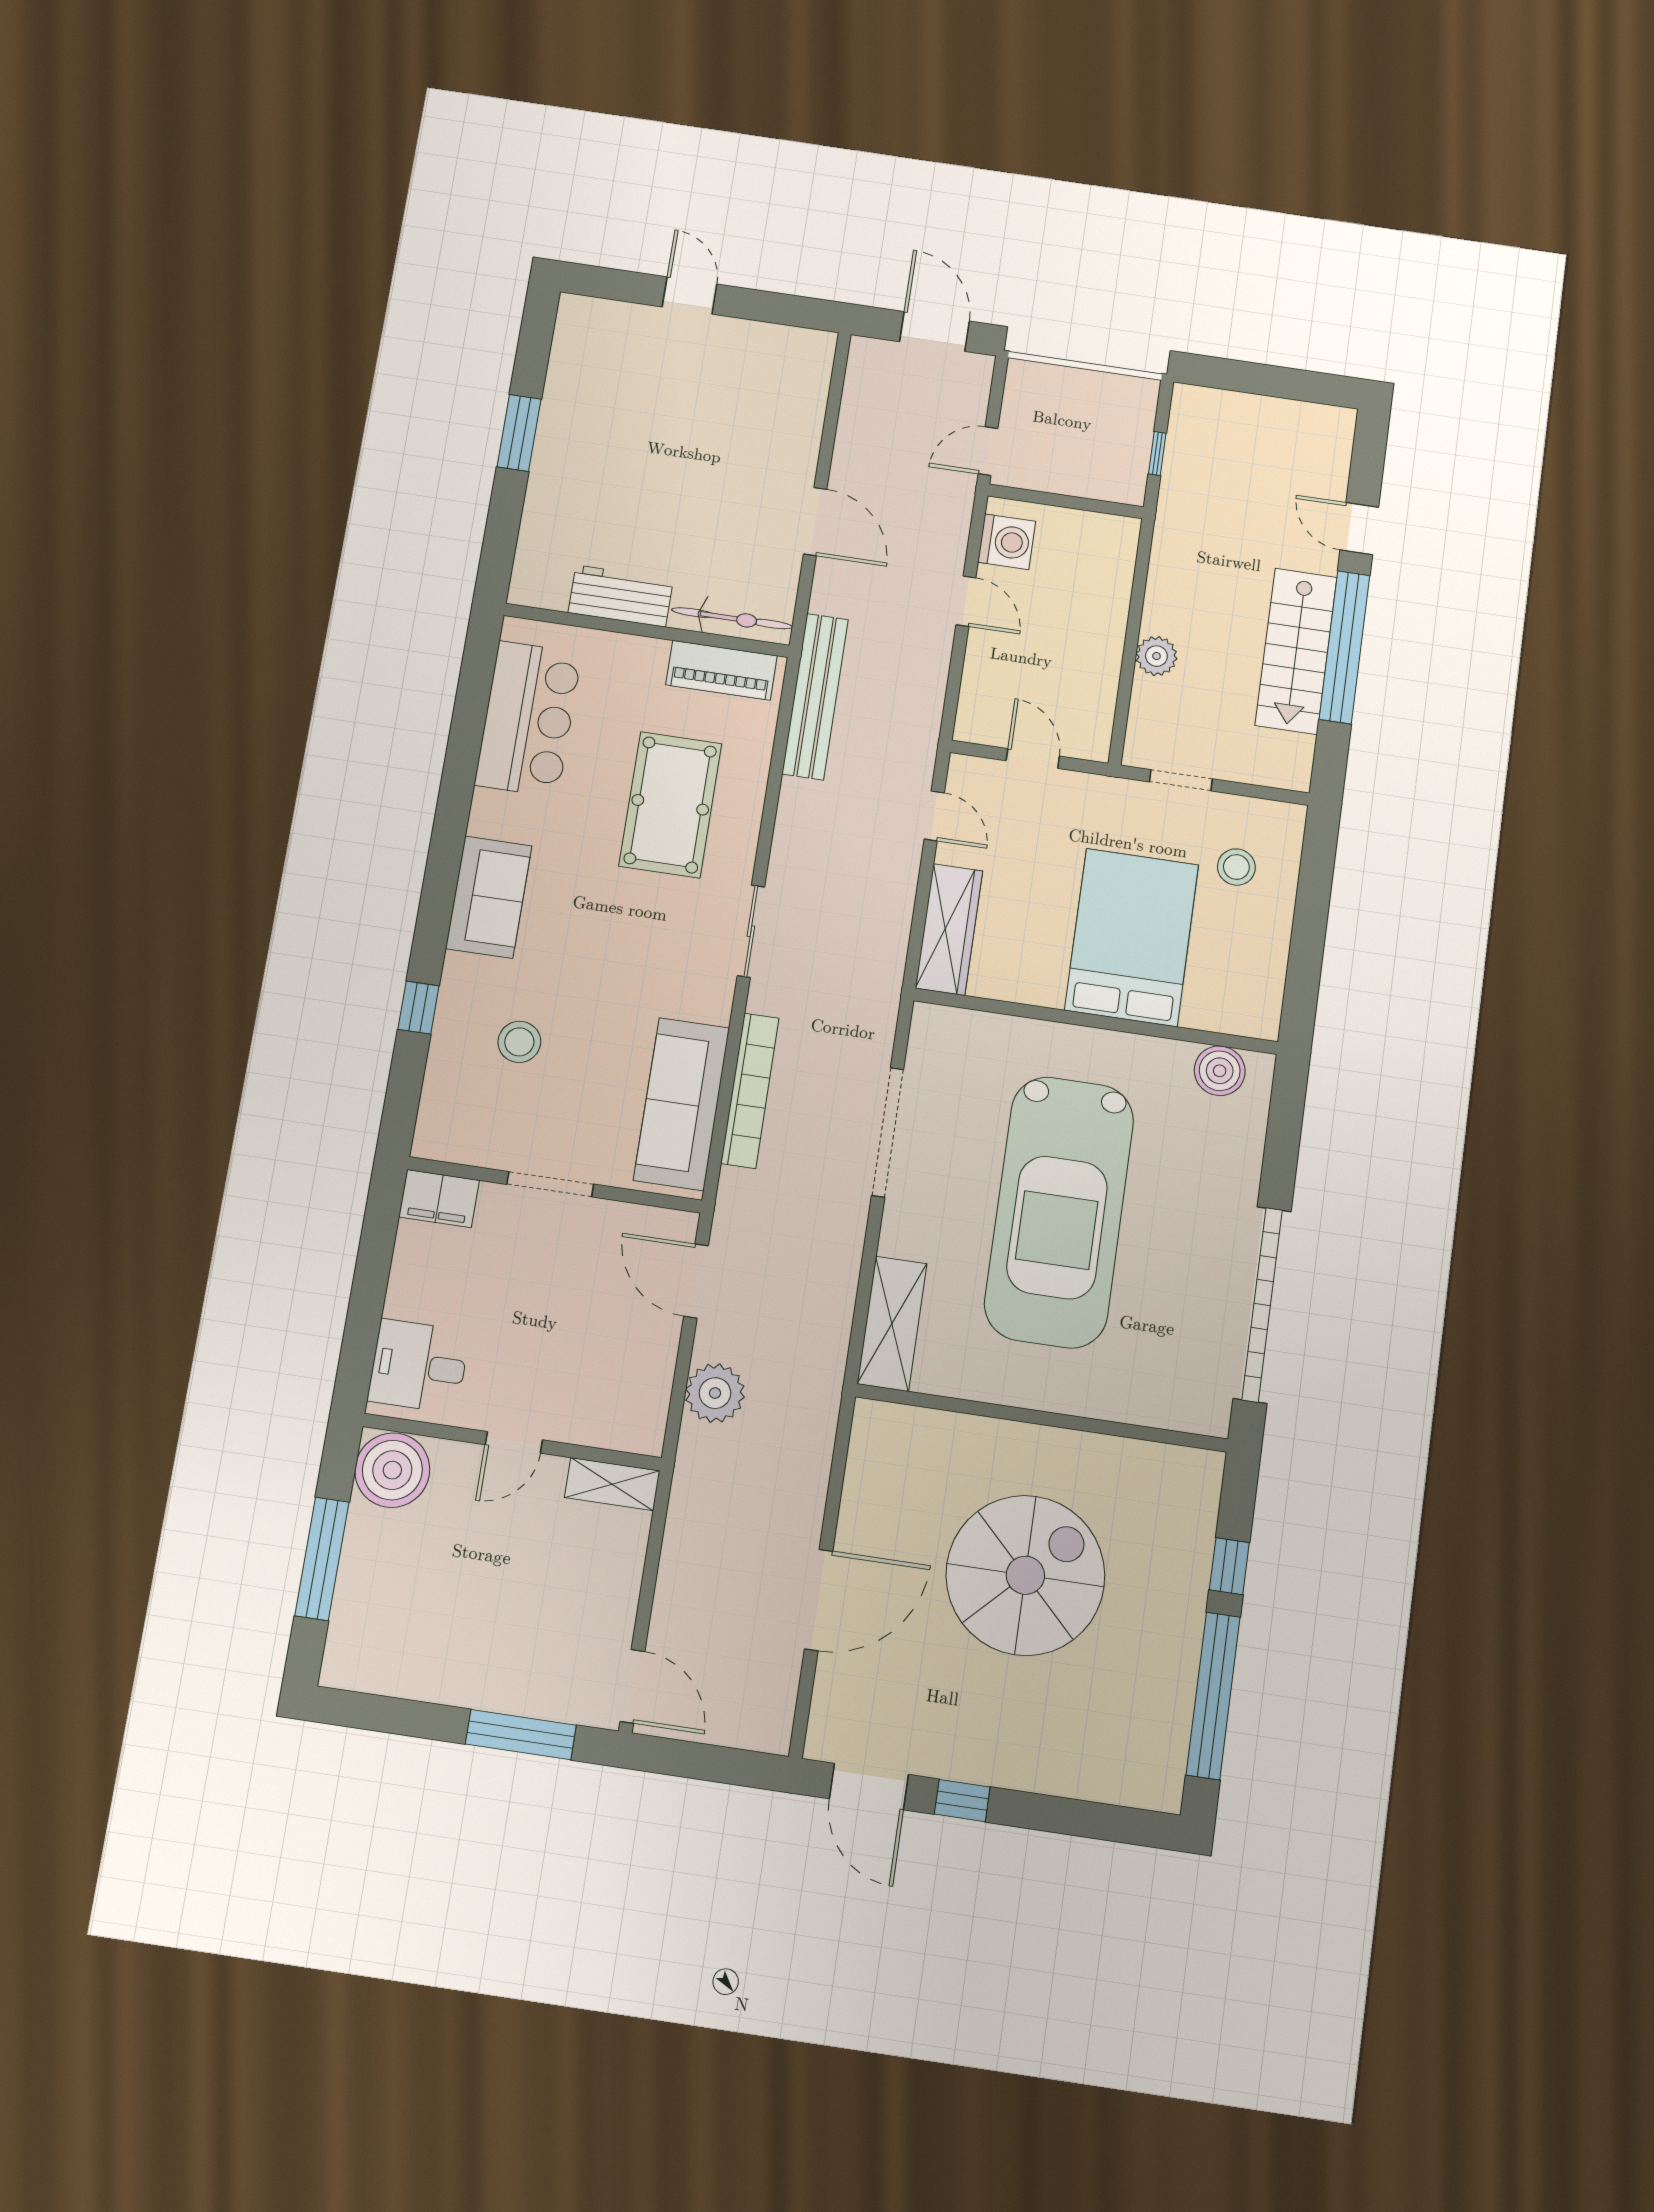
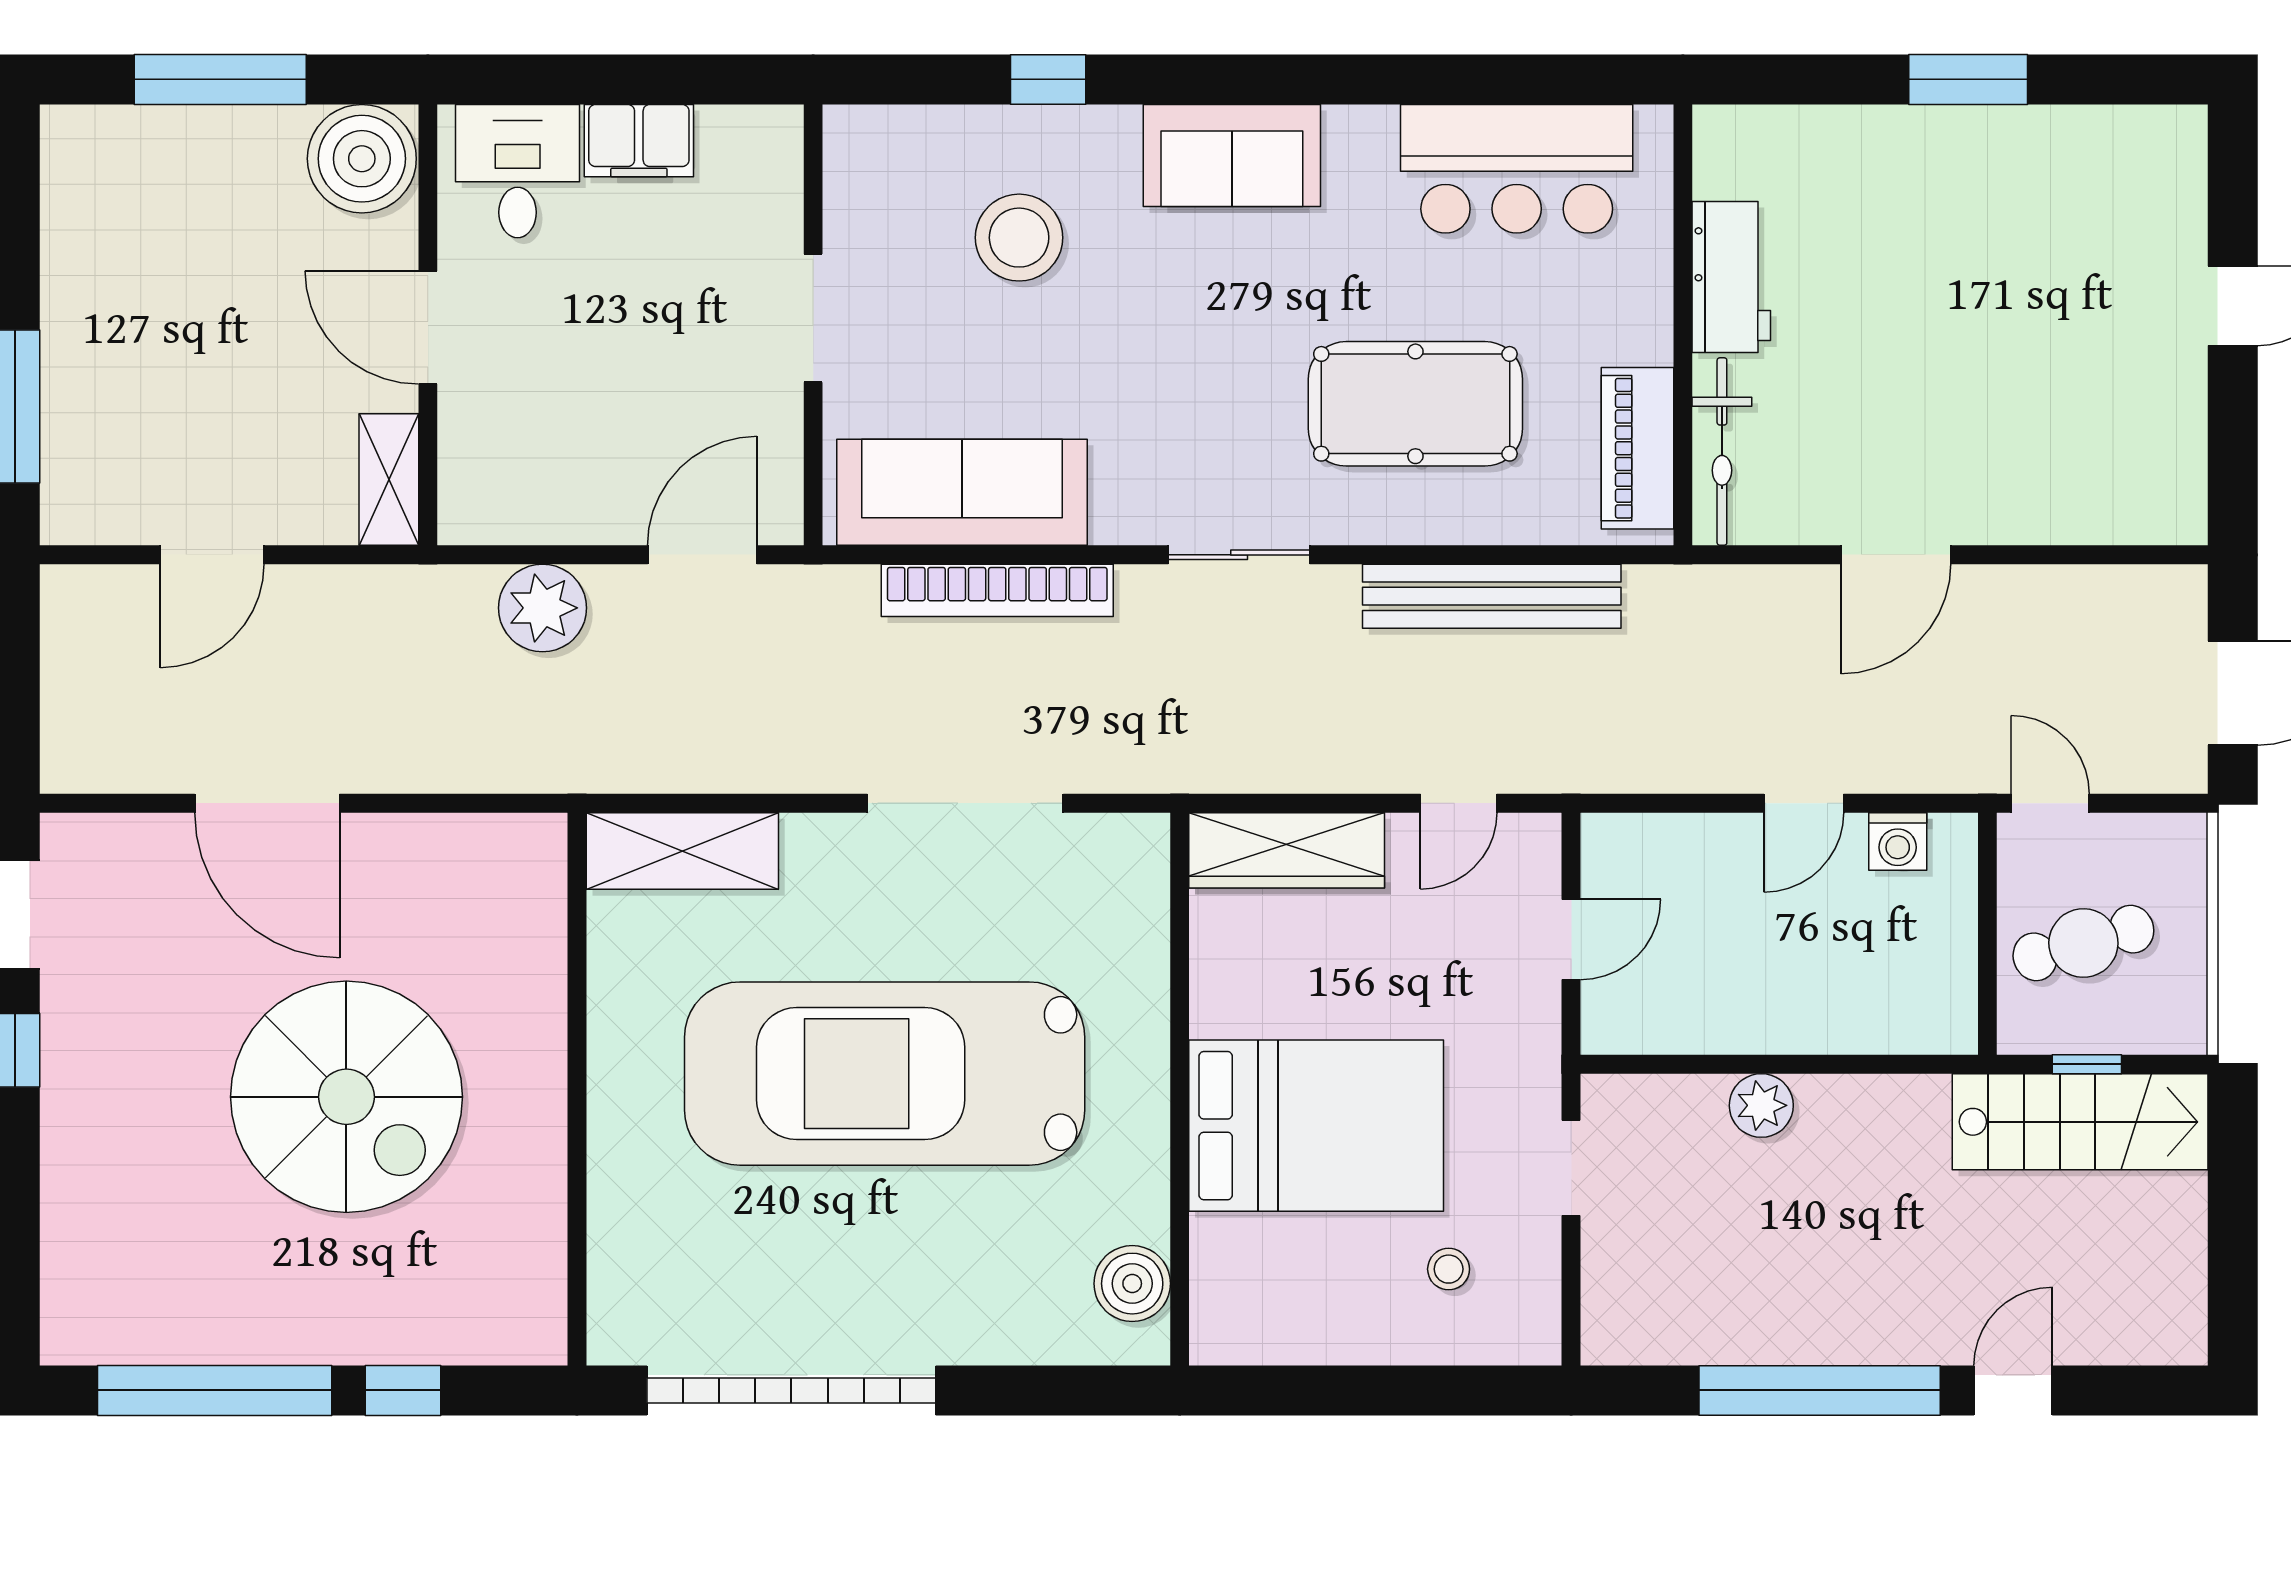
cafe table: (1080, 444) -> (2083, 943), added
washing machine: (1007, 542) -> (1898, 841), width x0.73, depth x0.73
stairs: (1296, 651) -> (2080, 1122), moved, turned 180
bench: (815, 697) -> (1492, 596), moved
stool: (1236, 867) -> (1449, 1269), width x0.73, depth x0.73
stool: (519, 1042) -> (1019, 238), width x1.38, depth x1.38
filing cabinet: (439, 1199) -> (639, 141), moved, turned -90
door: (514, 1442) -> (428, 327), width x1.38
door: (632, 1686) -> (212, 555), moved

